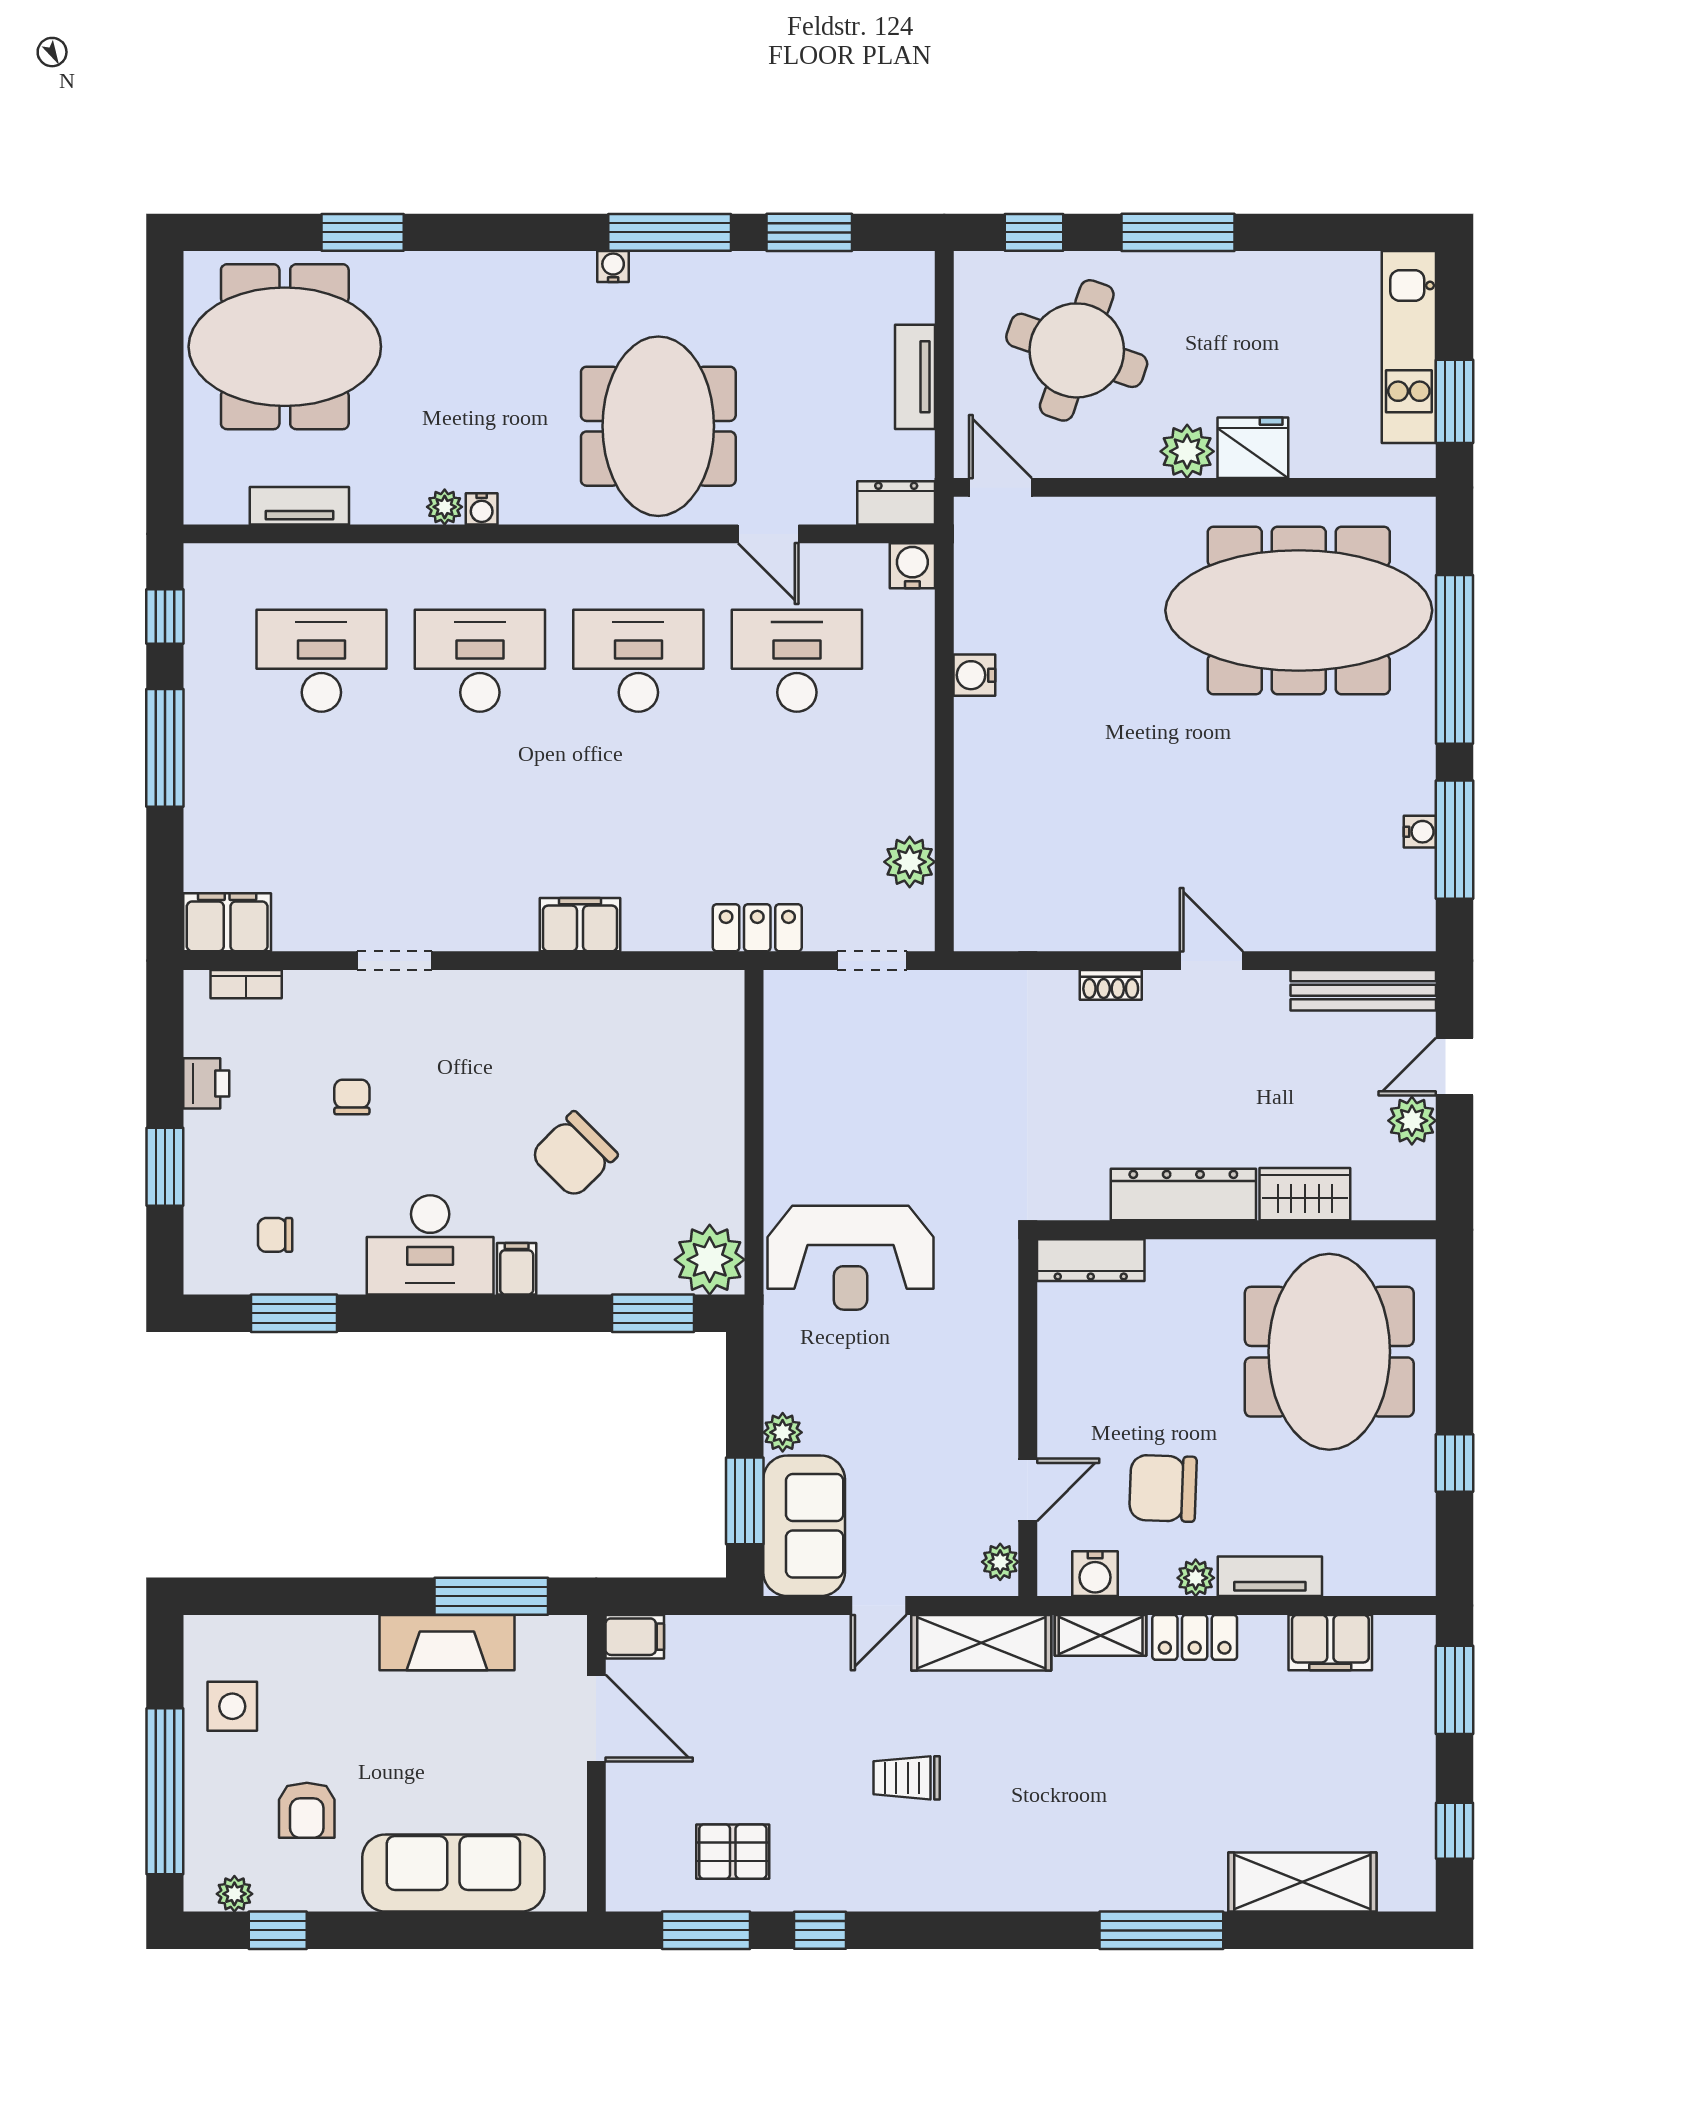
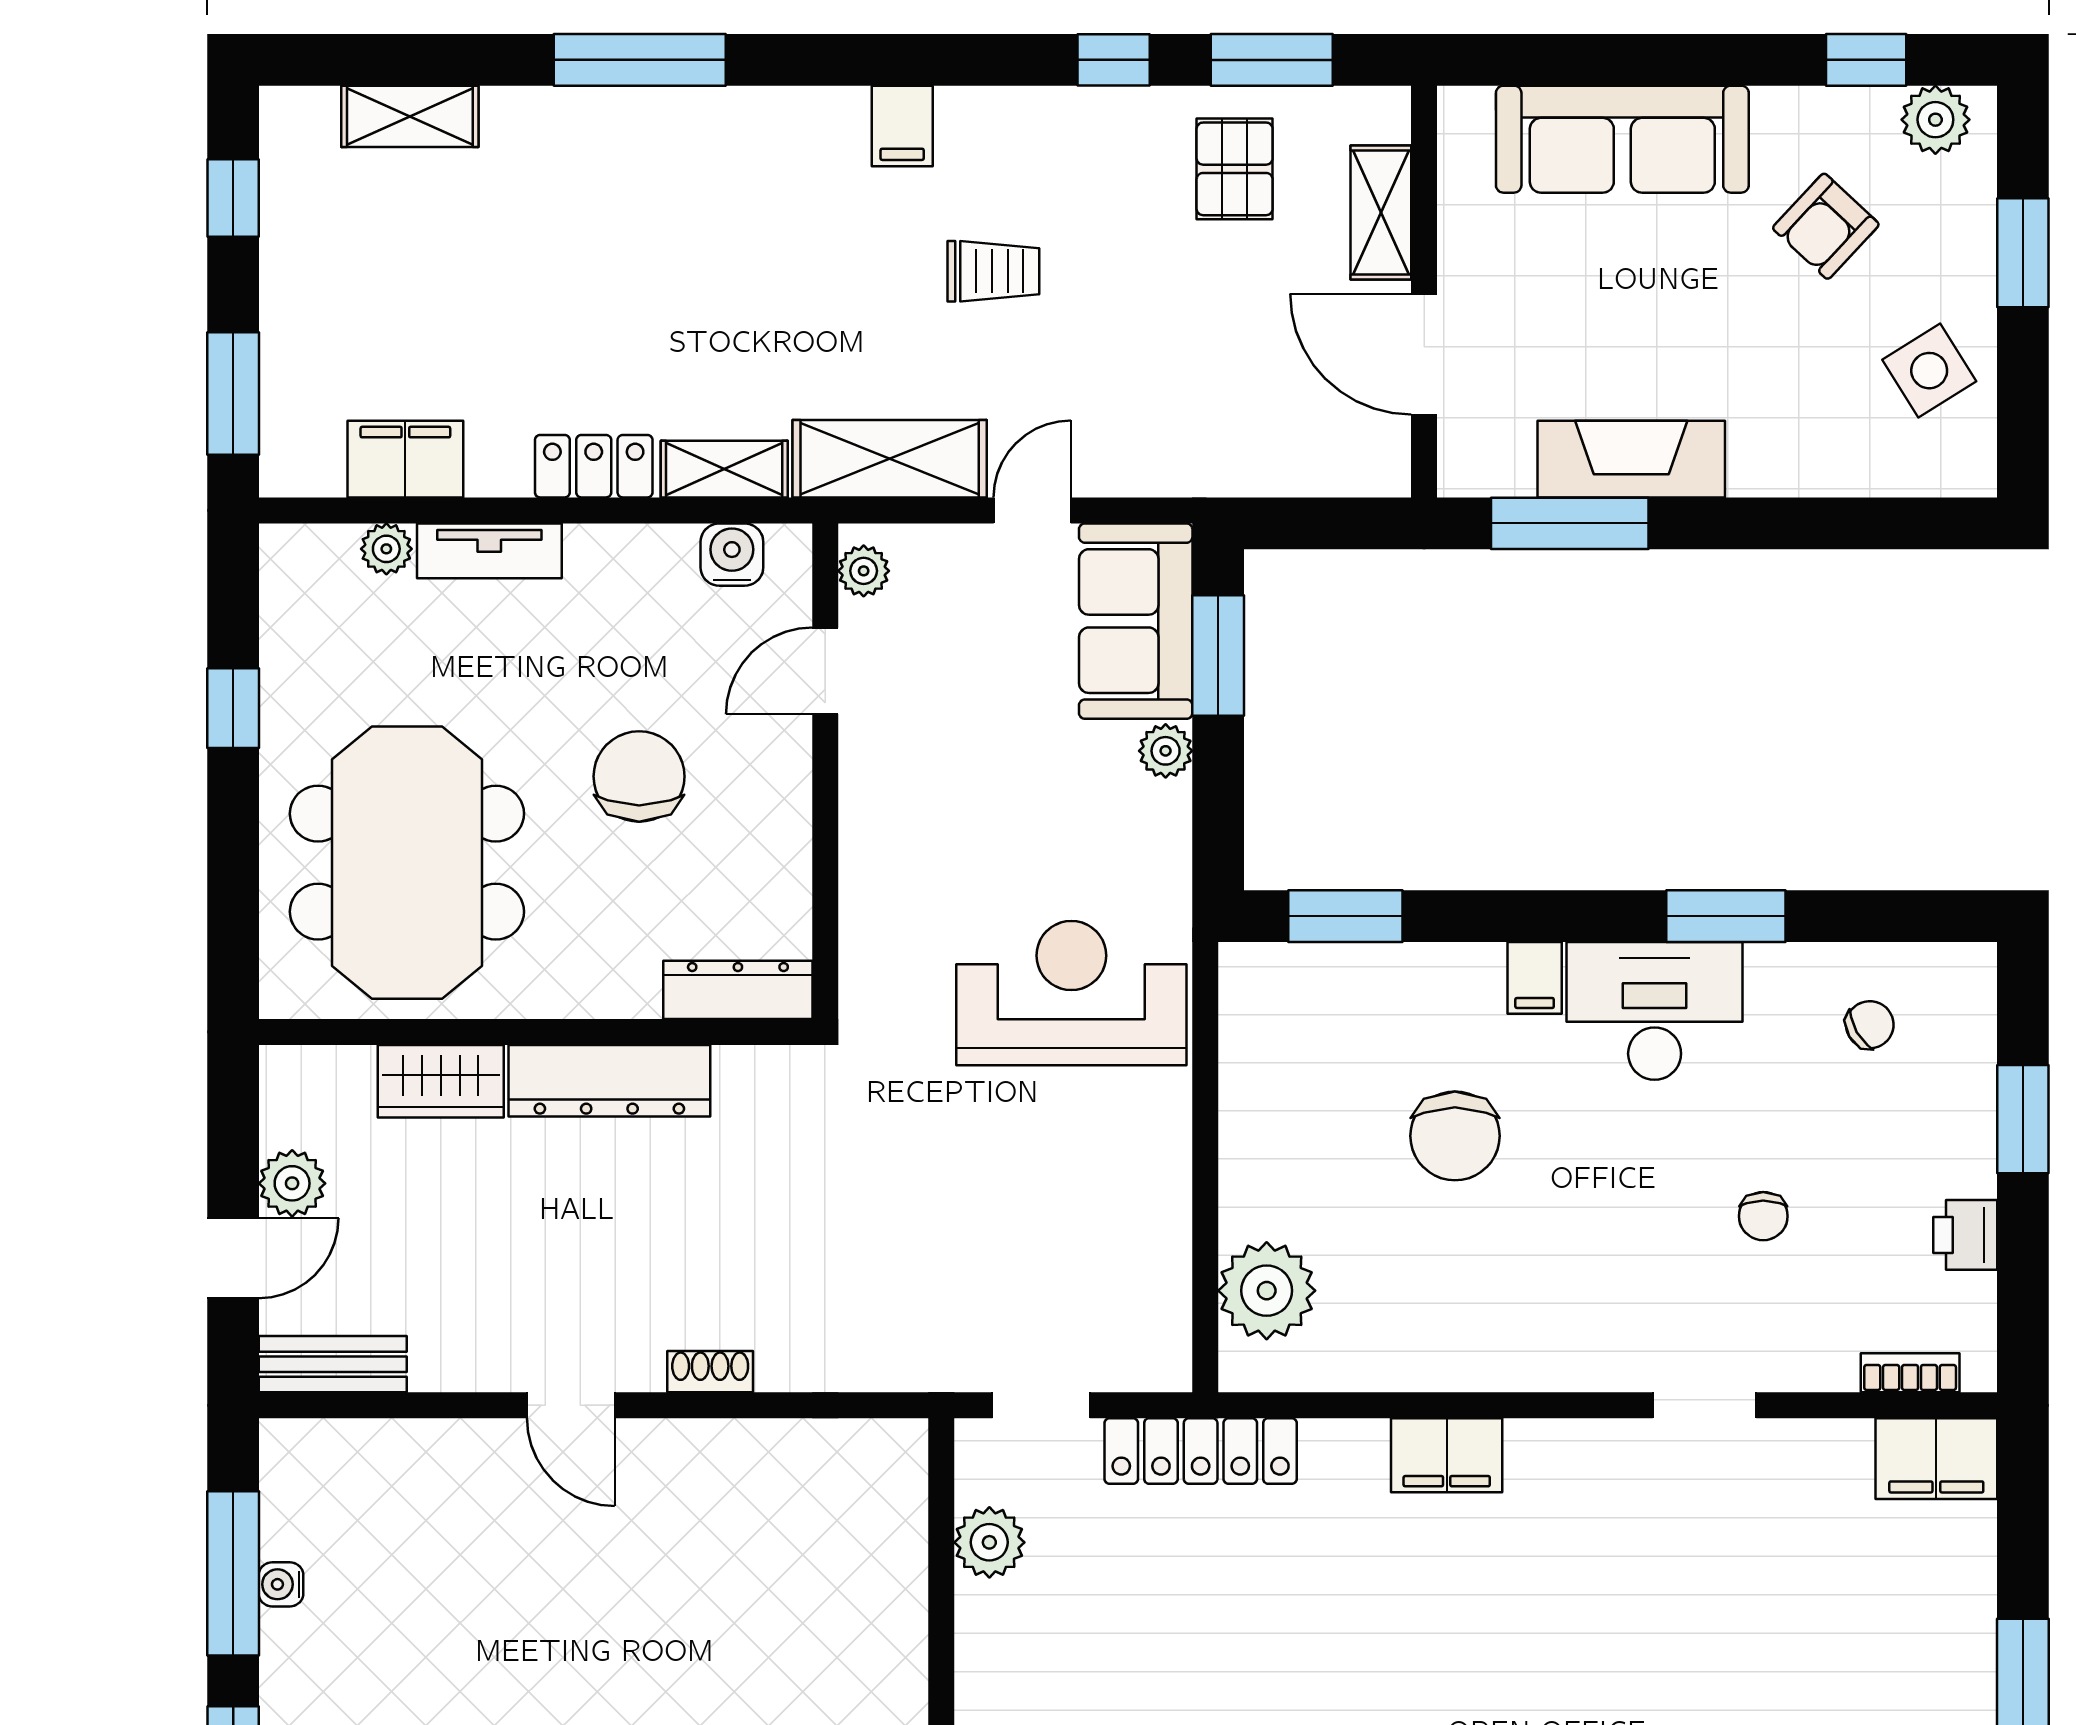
locker: (757, 928) -> (1201, 1451), width x1.53
bench: (1363, 990) -> (333, 1364), width x0.73
chair: (574, 1155) -> (1455, 1136), turned 135
chair: (275, 1235) -> (1870, 1025), turned -30
plant: (710, 1260) -> (1267, 1291), moved
window: (294, 1313) -> (1726, 916), moved
chair: (1163, 1488) -> (639, 776), moved, turned -92
plant: (1196, 1578) -> (386, 549), moved
filing cabinet: (635, 1637) -> (902, 126), moved, turned -90
side table: (232, 1706) -> (1929, 371), turned -32
window: (165, 1791) -> (2023, 253), width x0.47
armchair: (307, 1810) -> (1826, 226), turned -137
shelving: (627, 1820) -> (1381, 212), added
pallet: (733, 1852) -> (1235, 169), turned 90
shelving: (1302, 1882) -> (410, 116), width x0.67, depth x0.75
plant: (234, 1894) -> (1935, 120), width x1.38, depth x1.38

